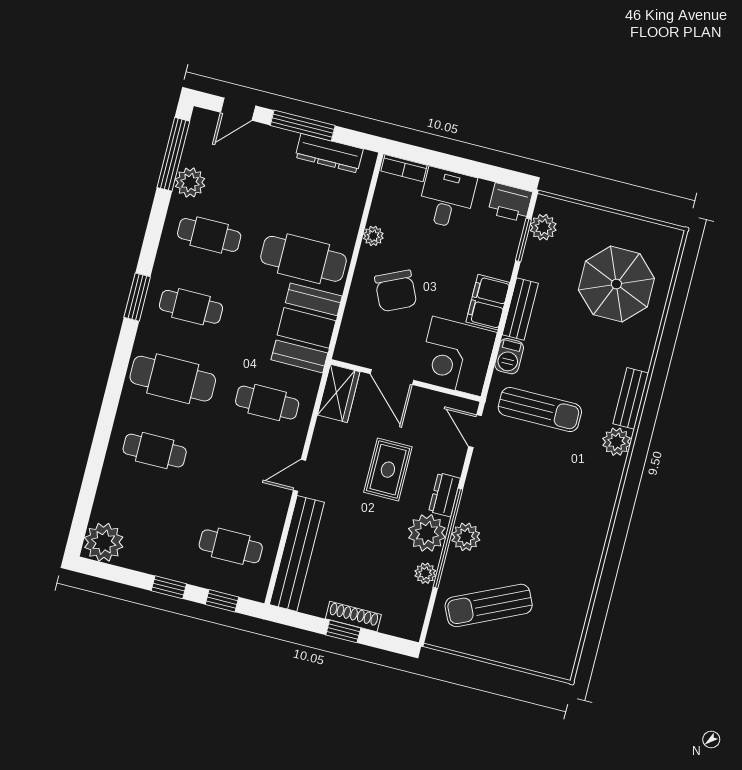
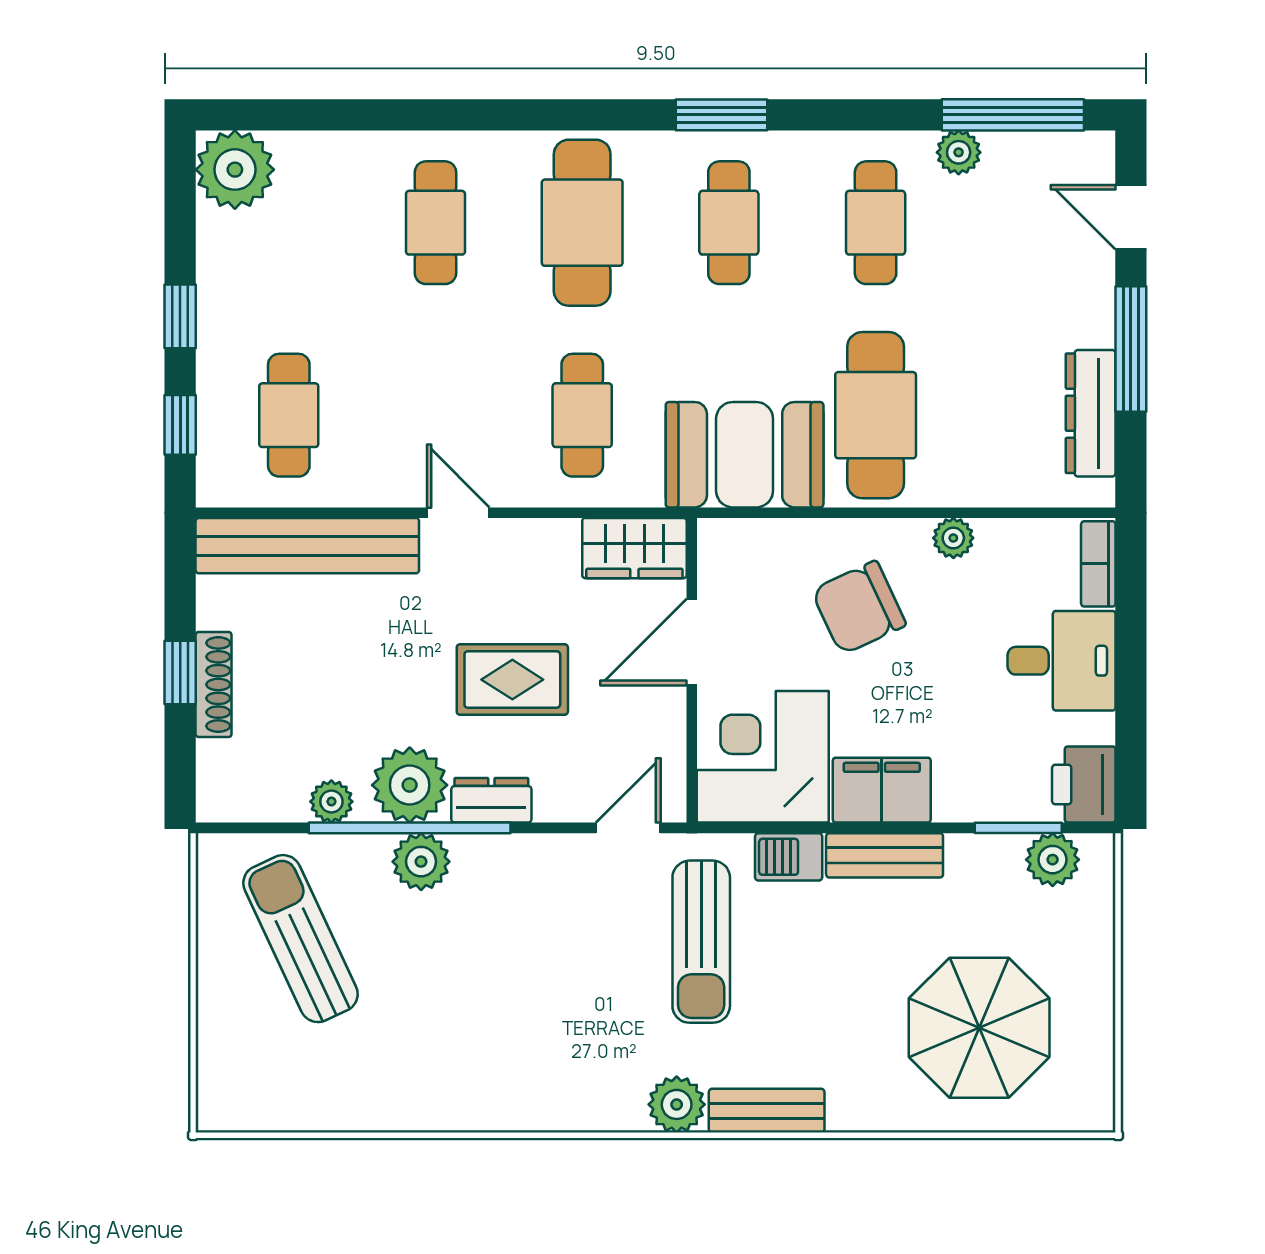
plant: (190, 182) -> (959, 152), width x0.73, depth x0.73

